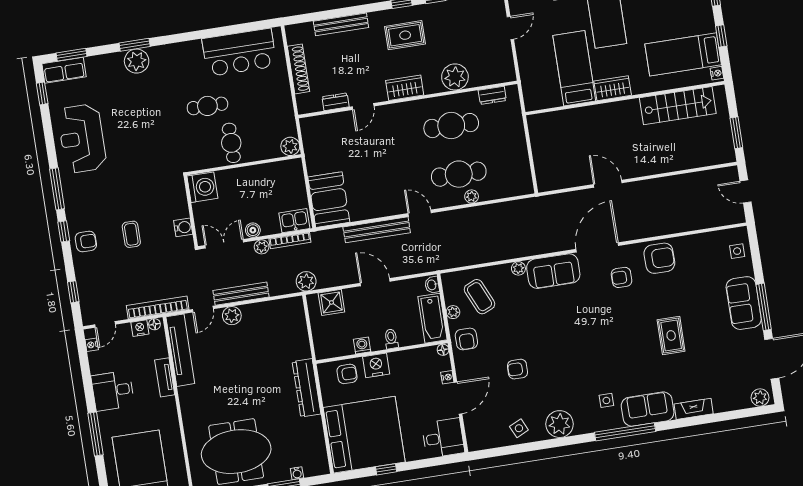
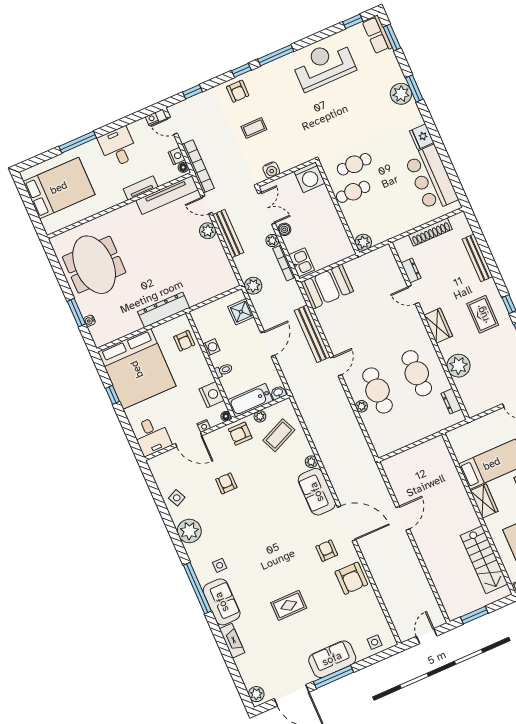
fridge: (190, 51) -> (422, 137), added
cafe table: (207, 106) -> (354, 164), moved, turned 90
nightstand: (376, 365) -> (212, 395), moved

